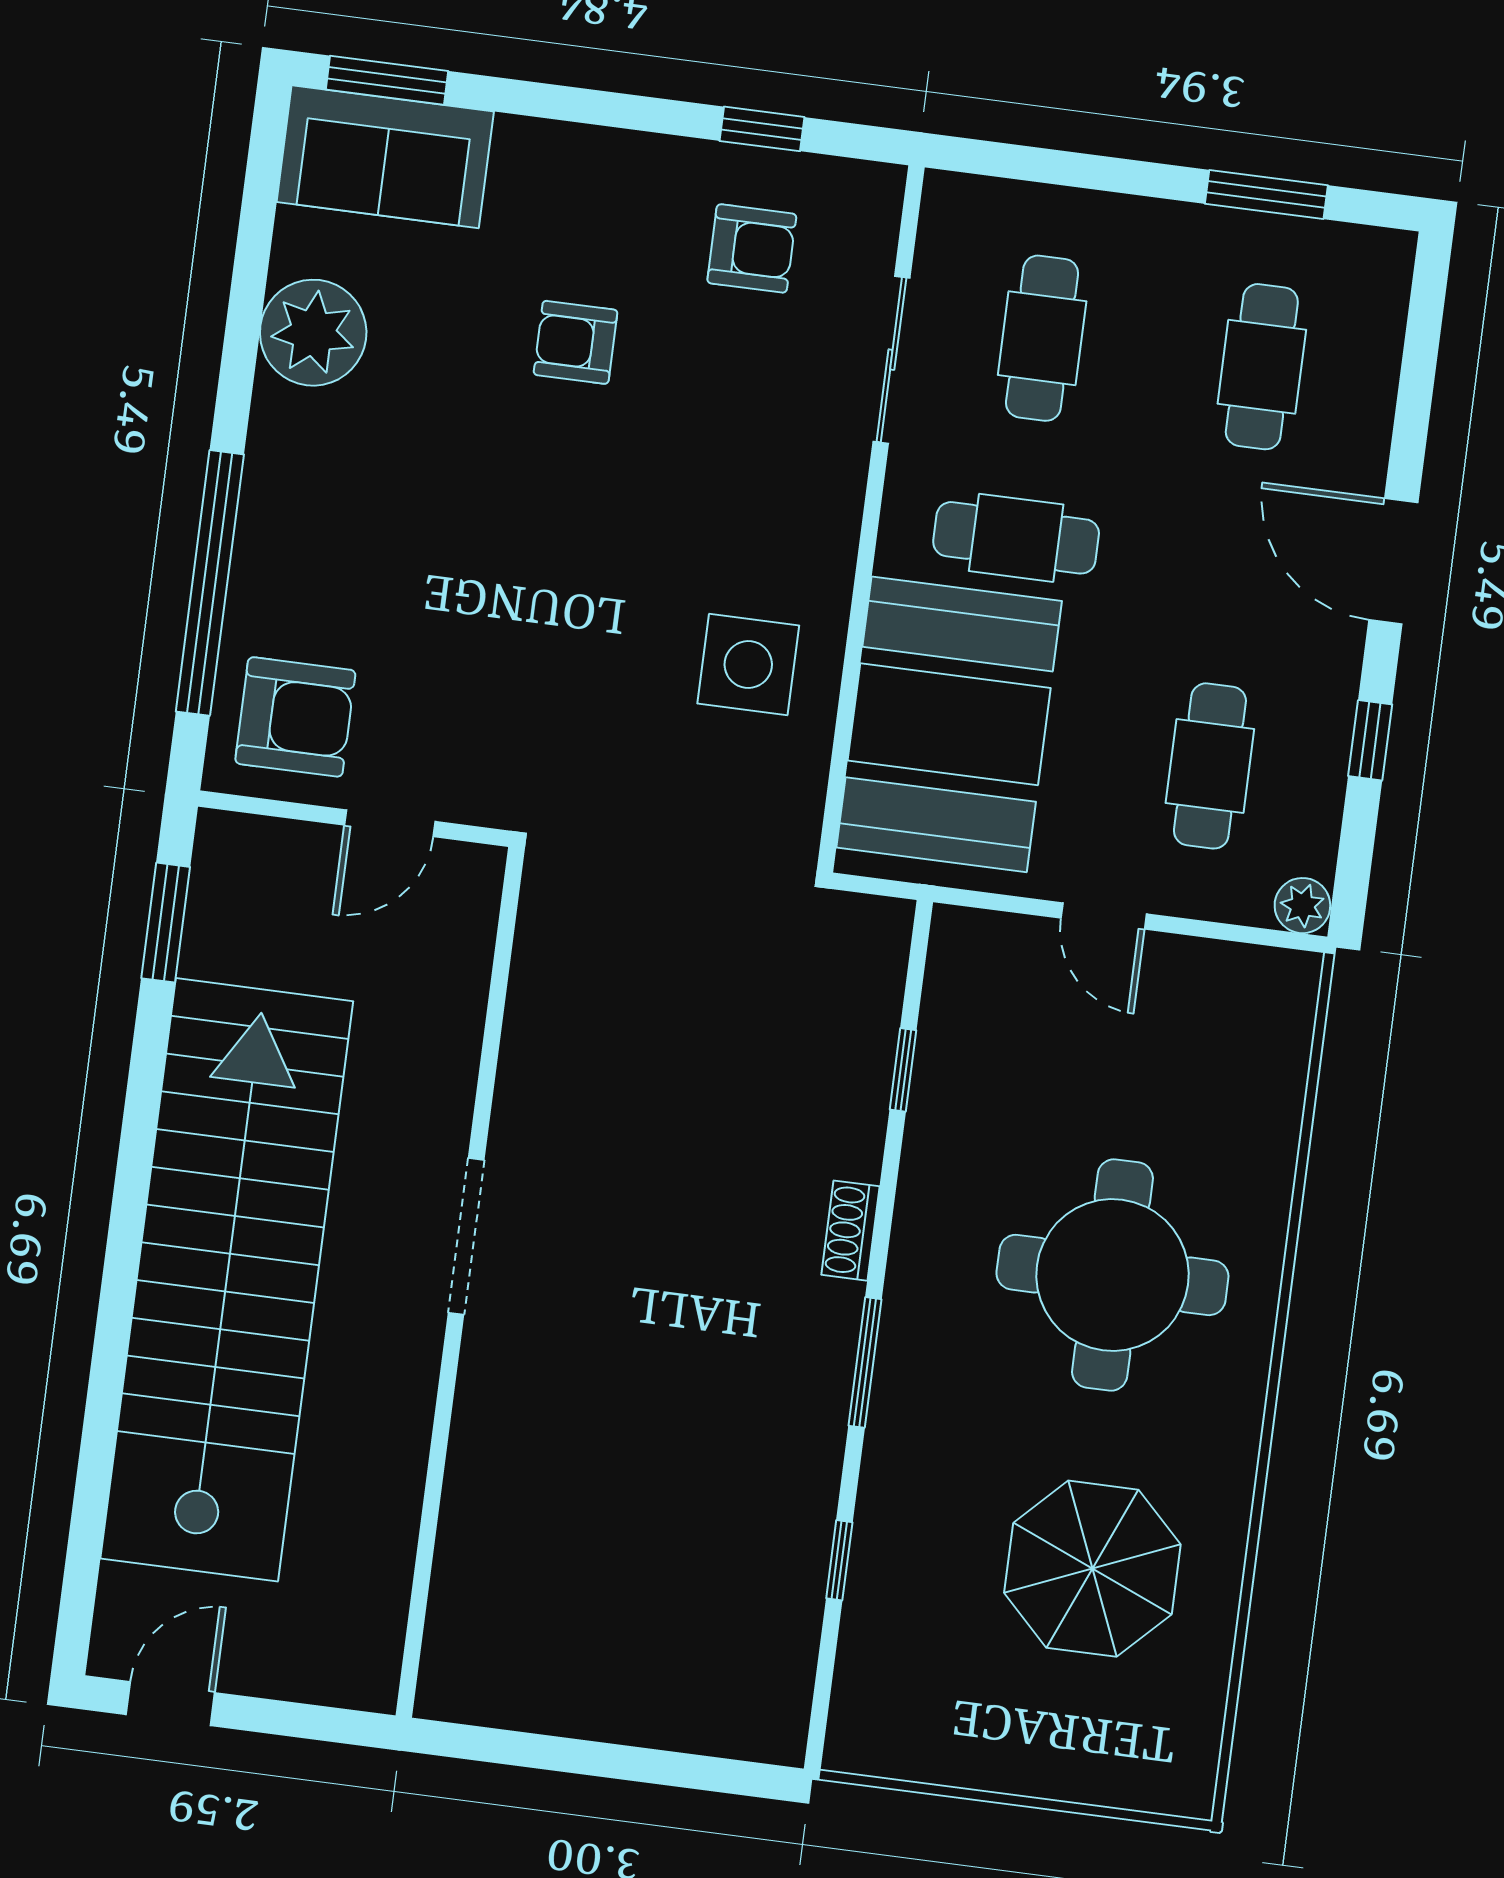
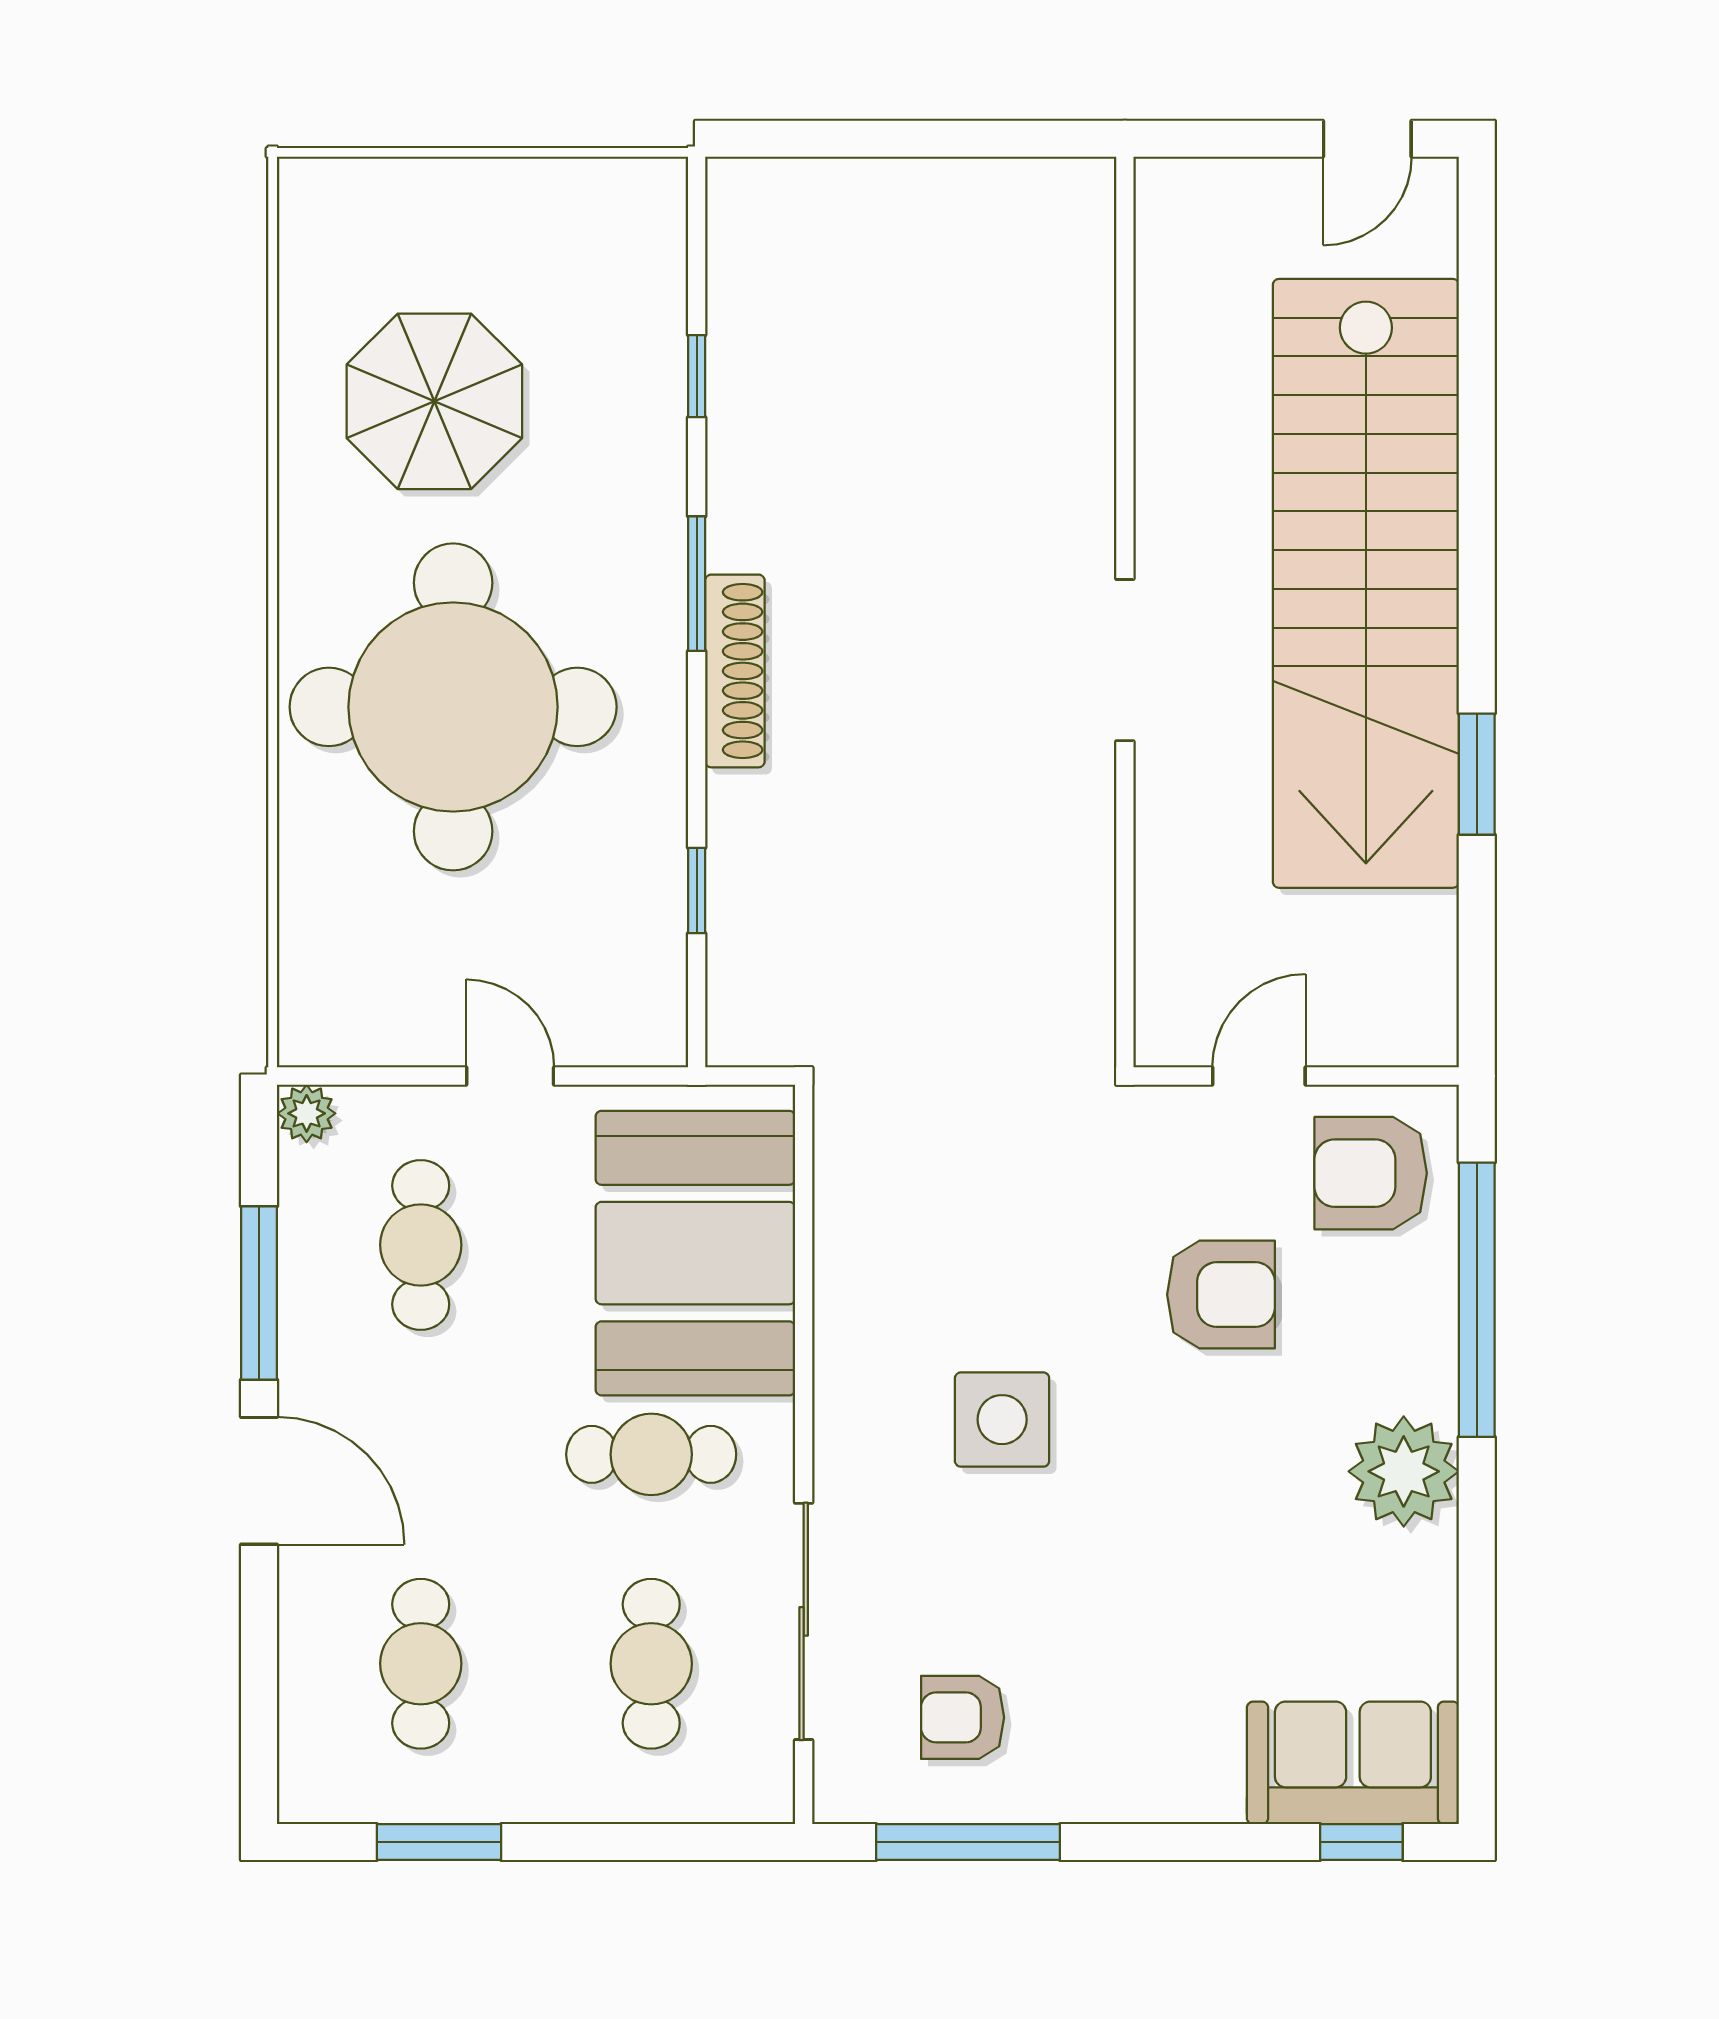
window: (387, 80) -> (1361, 1842), width x0.67
window: (762, 129) -> (968, 1842), width x2.17
plant: (313, 333) -> (1404, 1471), moved
armchair: (576, 342) -> (1221, 1295), moved, width x1.38, depth x1.38
sliding door: (891, 360) -> (804, 1621), width x1.37
side table: (748, 665) -> (1002, 1420), moved
window: (1370, 740) -> (259, 1293), width x2.17
window: (166, 923) -> (1477, 774), moved
shoe rack: (850, 1231) -> (735, 671), width x1.94, depth x1.24
round table: (1112, 1275) -> (453, 707), width x1.36, depth x1.36

